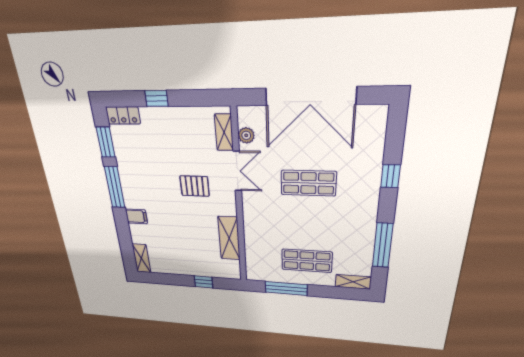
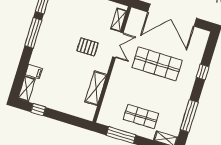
plant: (246, 135) -> (131, 25), removed
shop shelf: (308, 183) -> (157, 64), width x1.43, depth x1.36
filing cabinet: (136, 216) -> (34, 72), moved
window: (204, 282) -> (38, 110), moved

